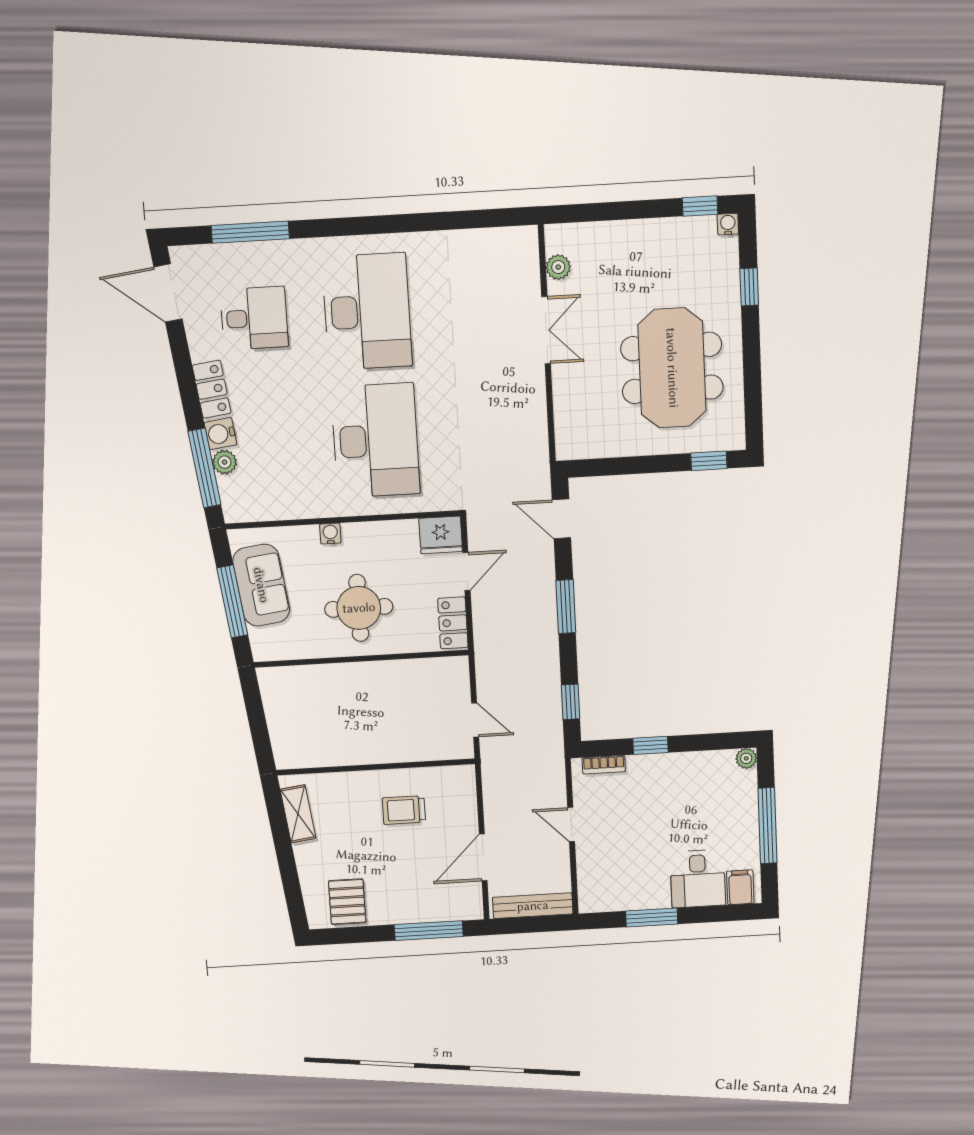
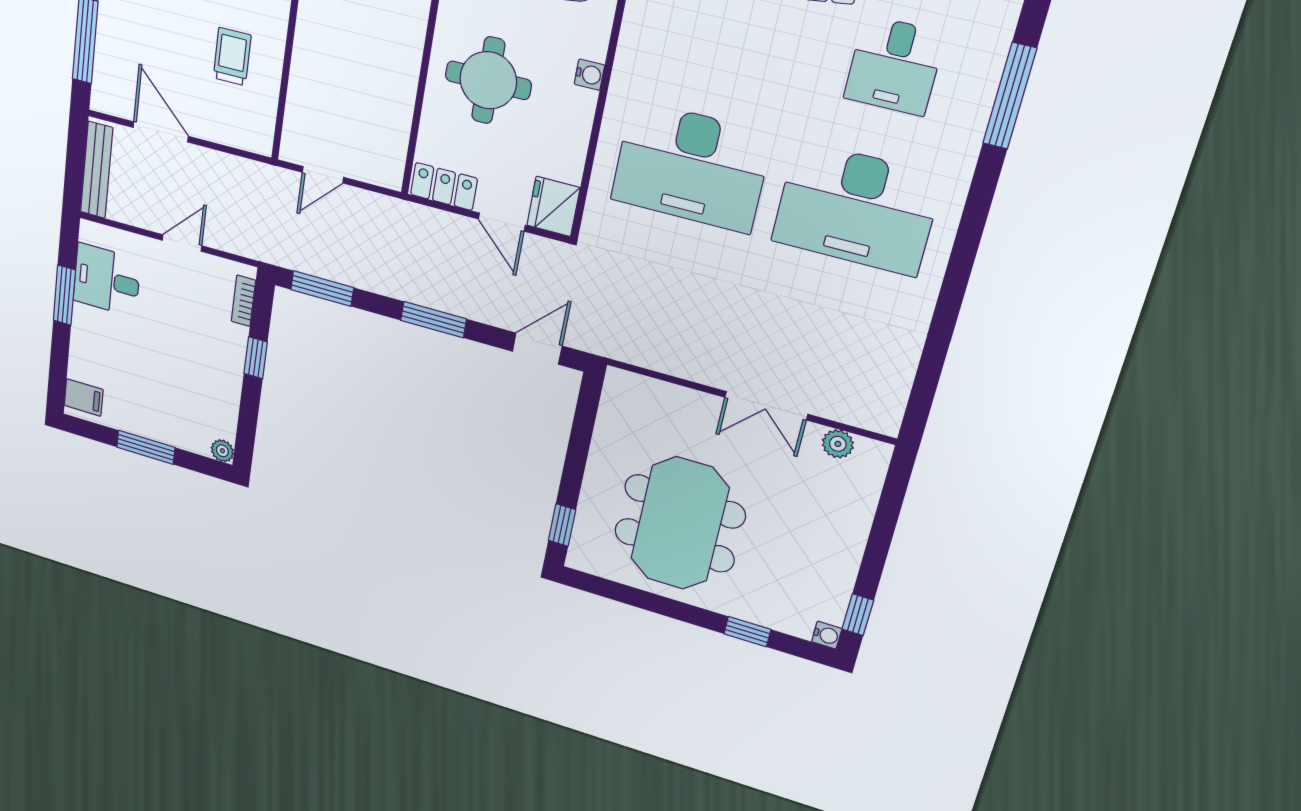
meeting table: (672, 368) -> (680, 523), turned 90
window: (571, 702) -> (322, 289), width x1.50
window: (767, 826) -> (146, 447), width x0.69
desk: (698, 879) -> (107, 280), moved

